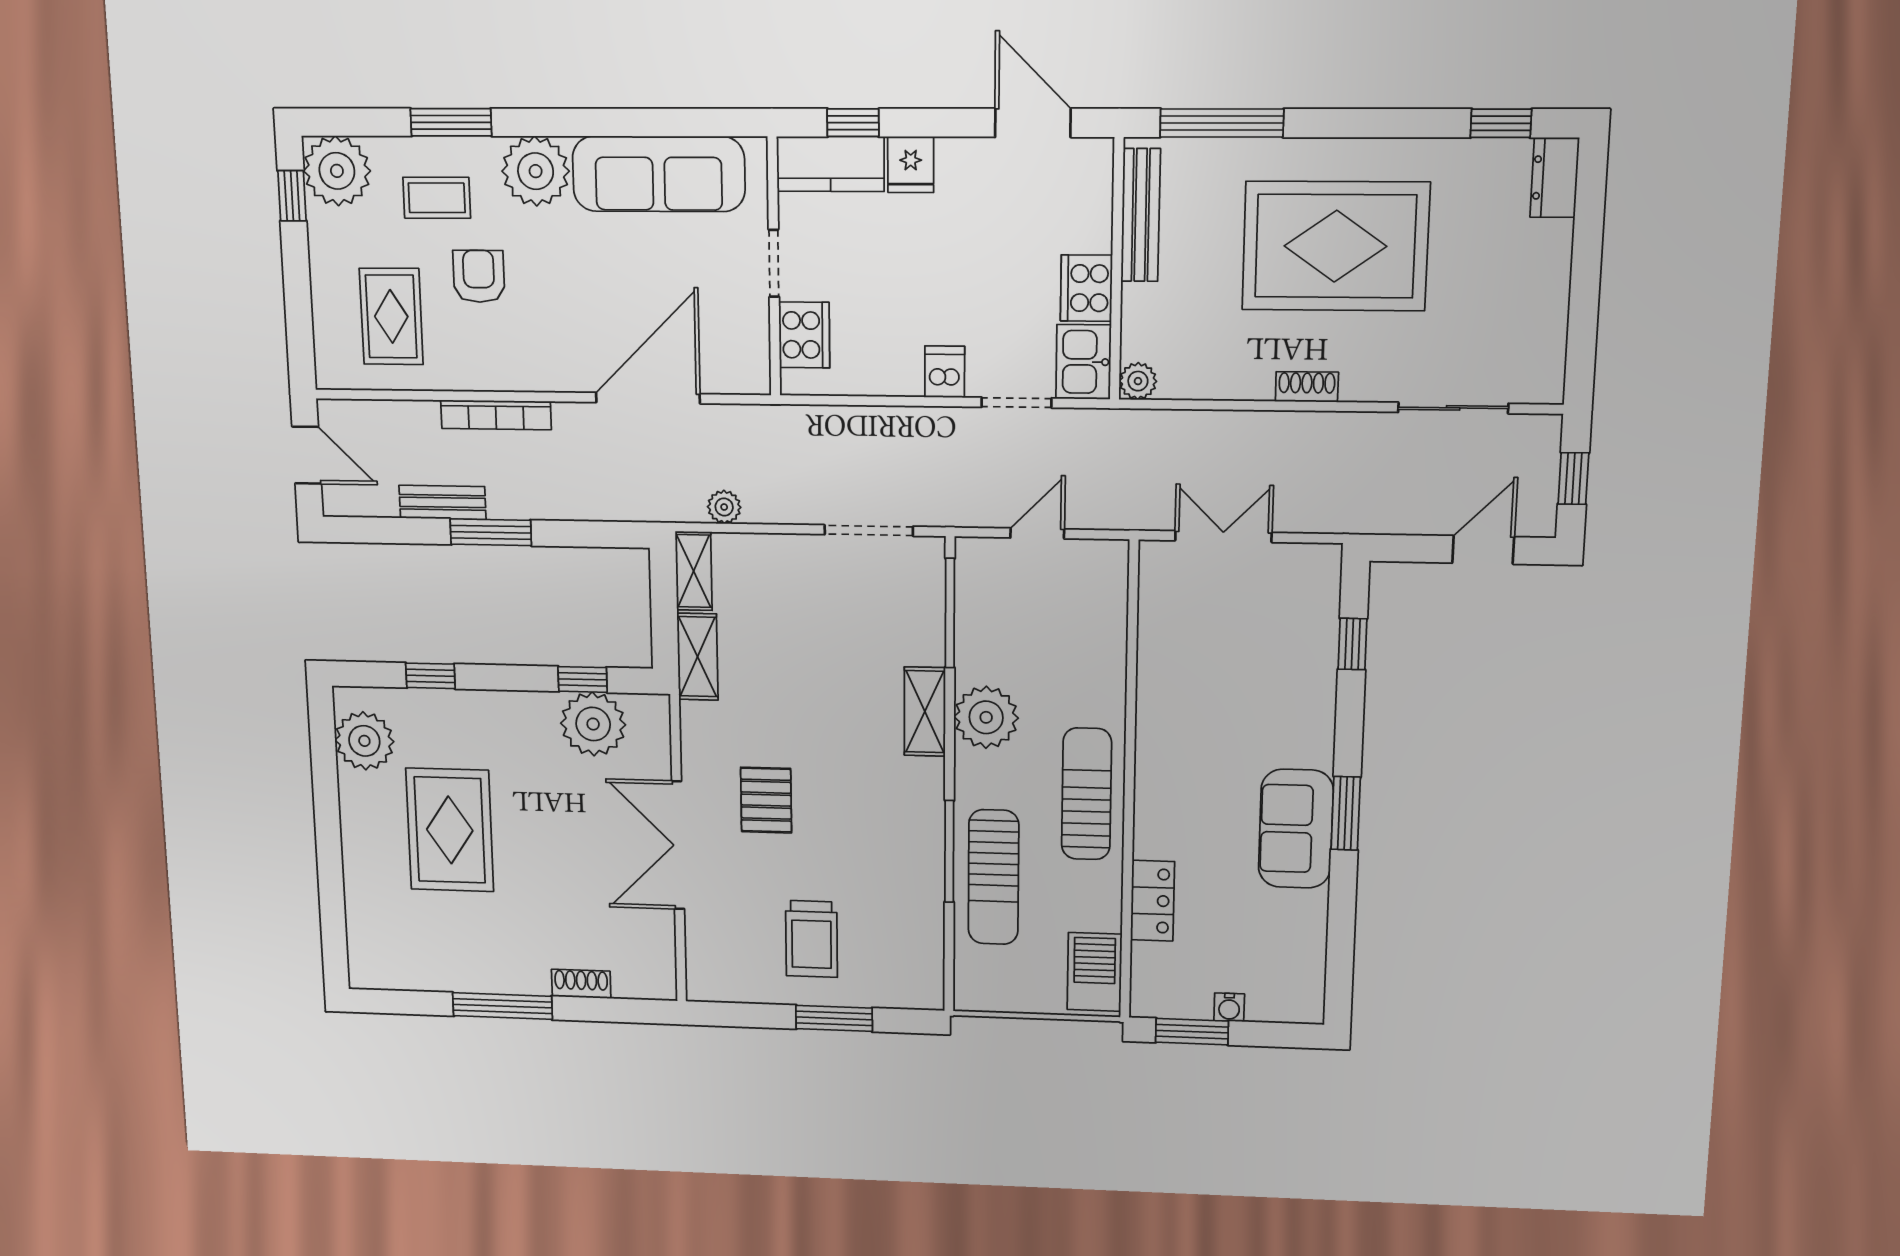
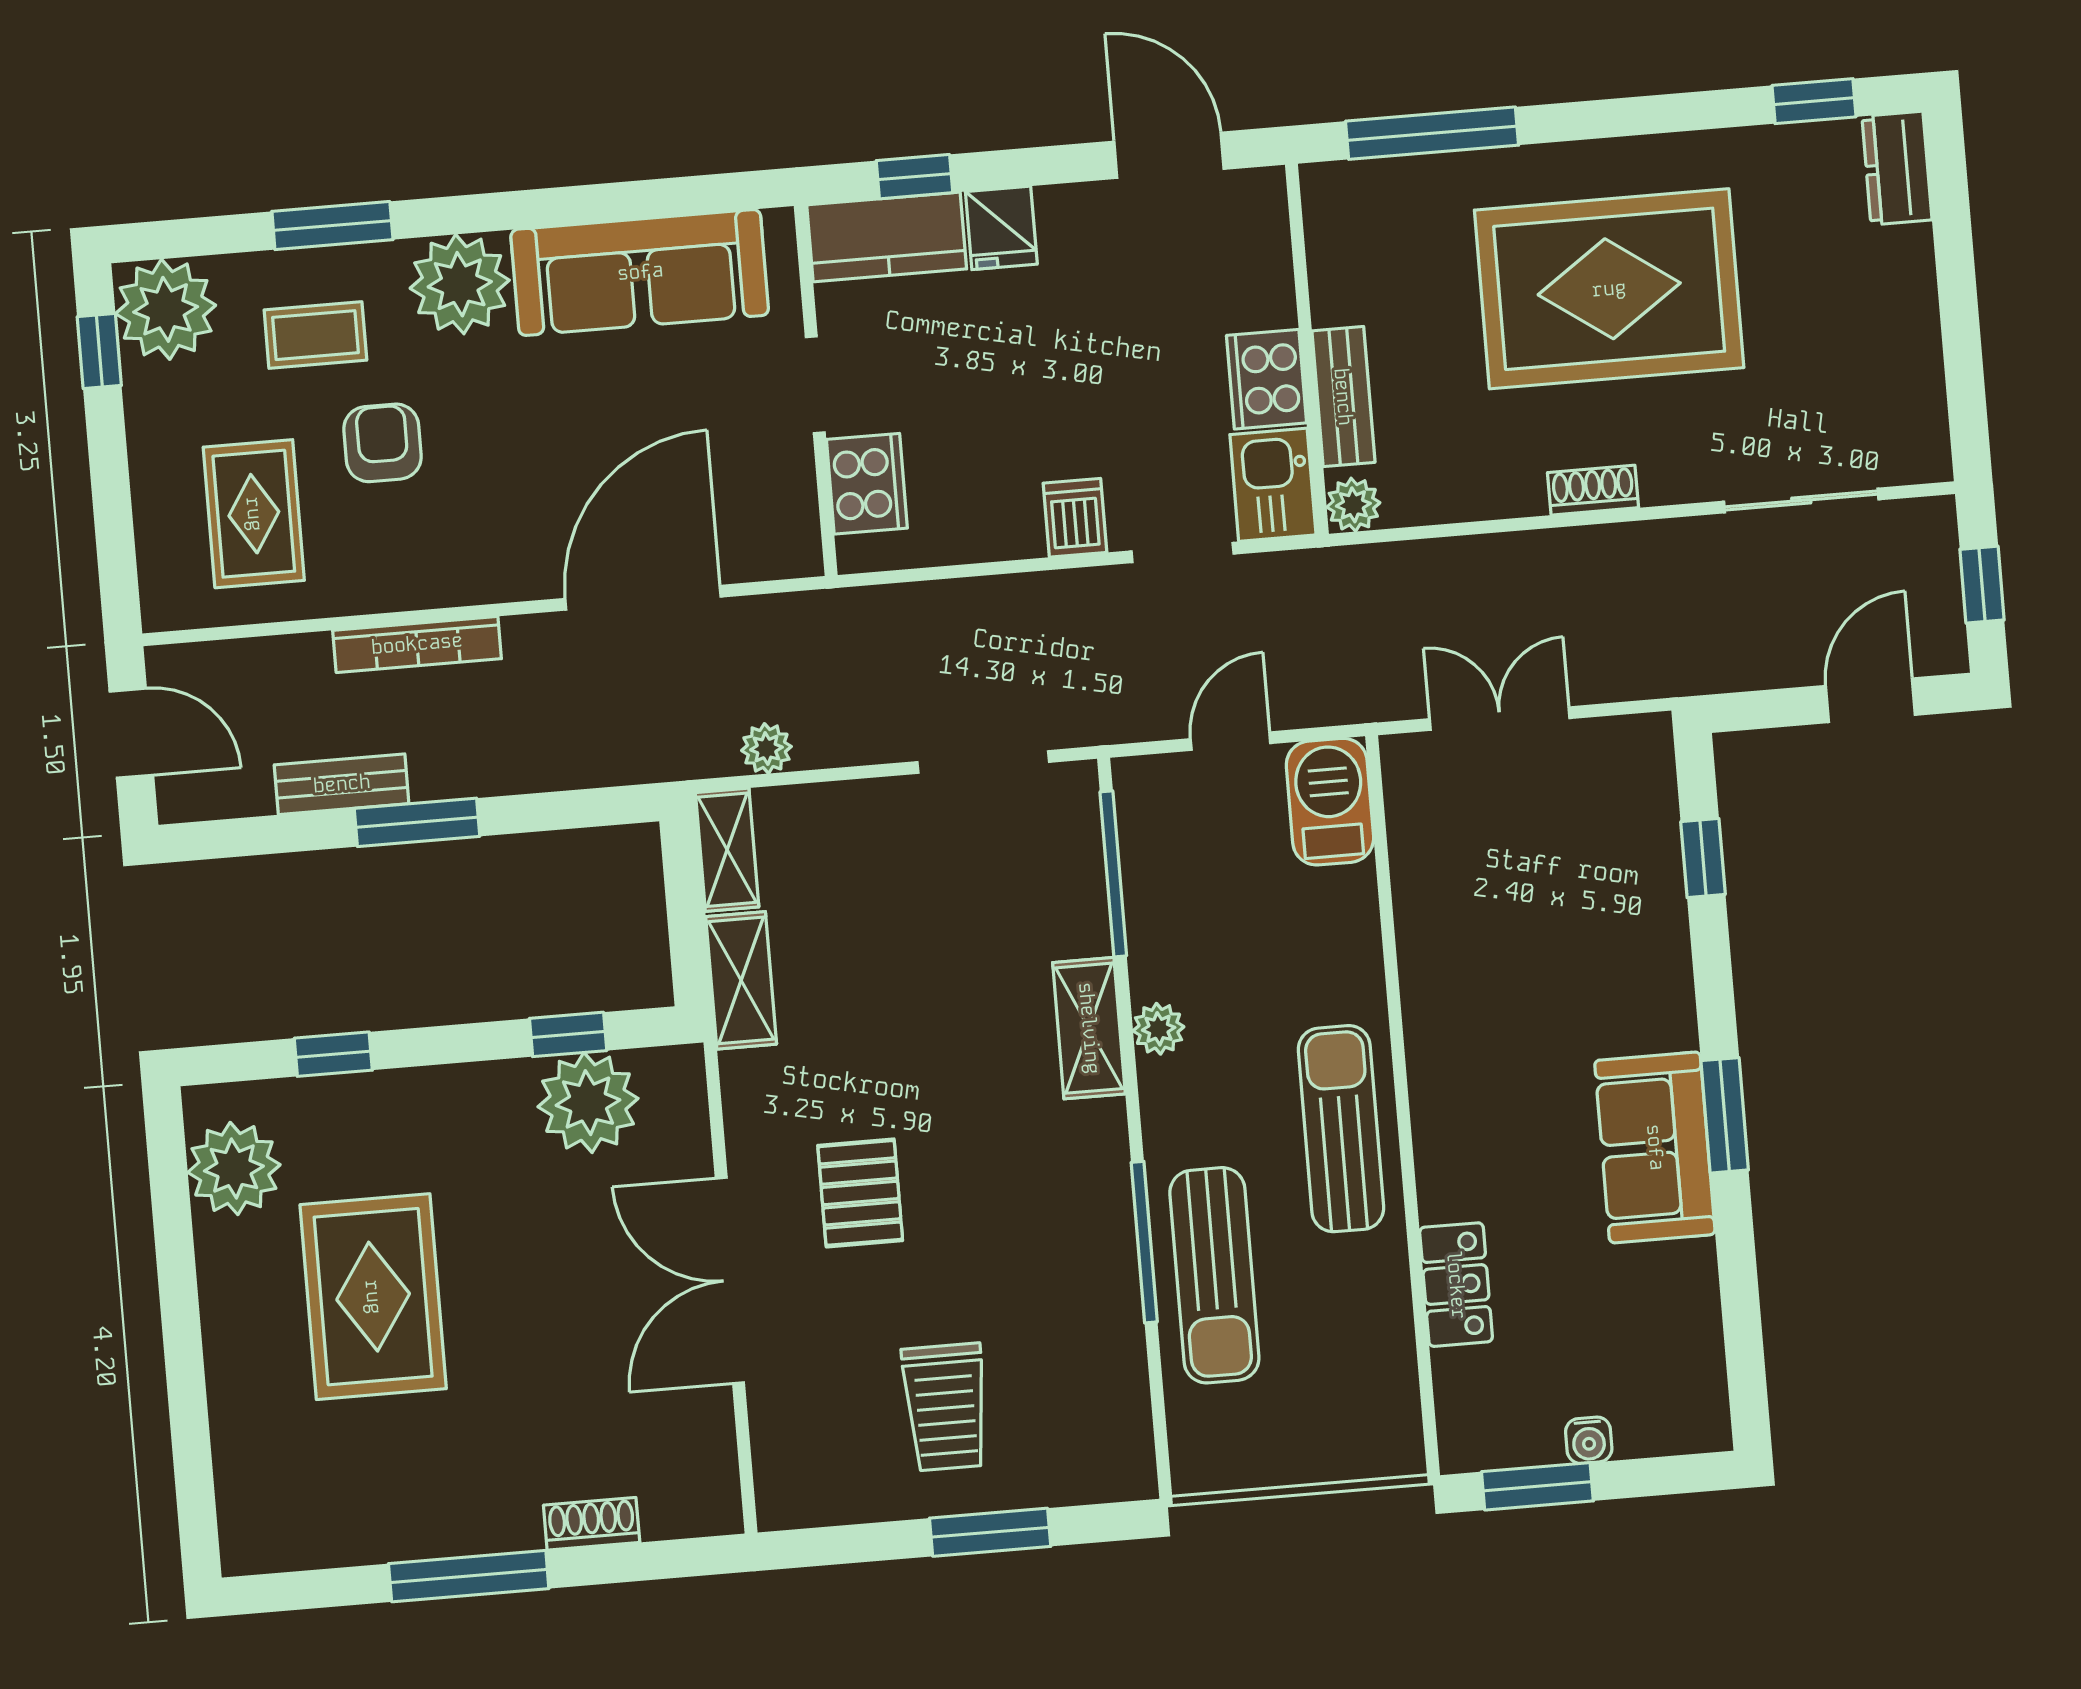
bench: (1141, 215) -> (1343, 397), moved, width x0.73
plant: (986, 717) -> (1159, 1029), width x0.53, depth x0.53
barbecue: (1094, 972) -> (1330, 802), moved

